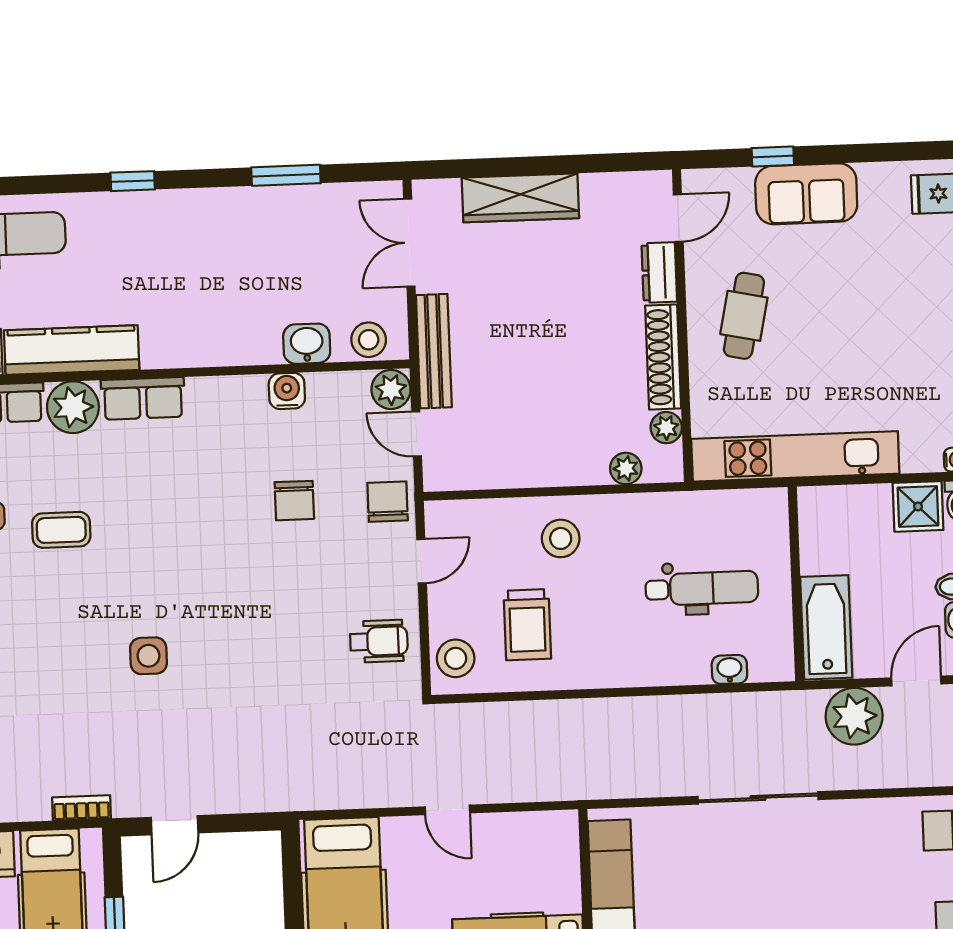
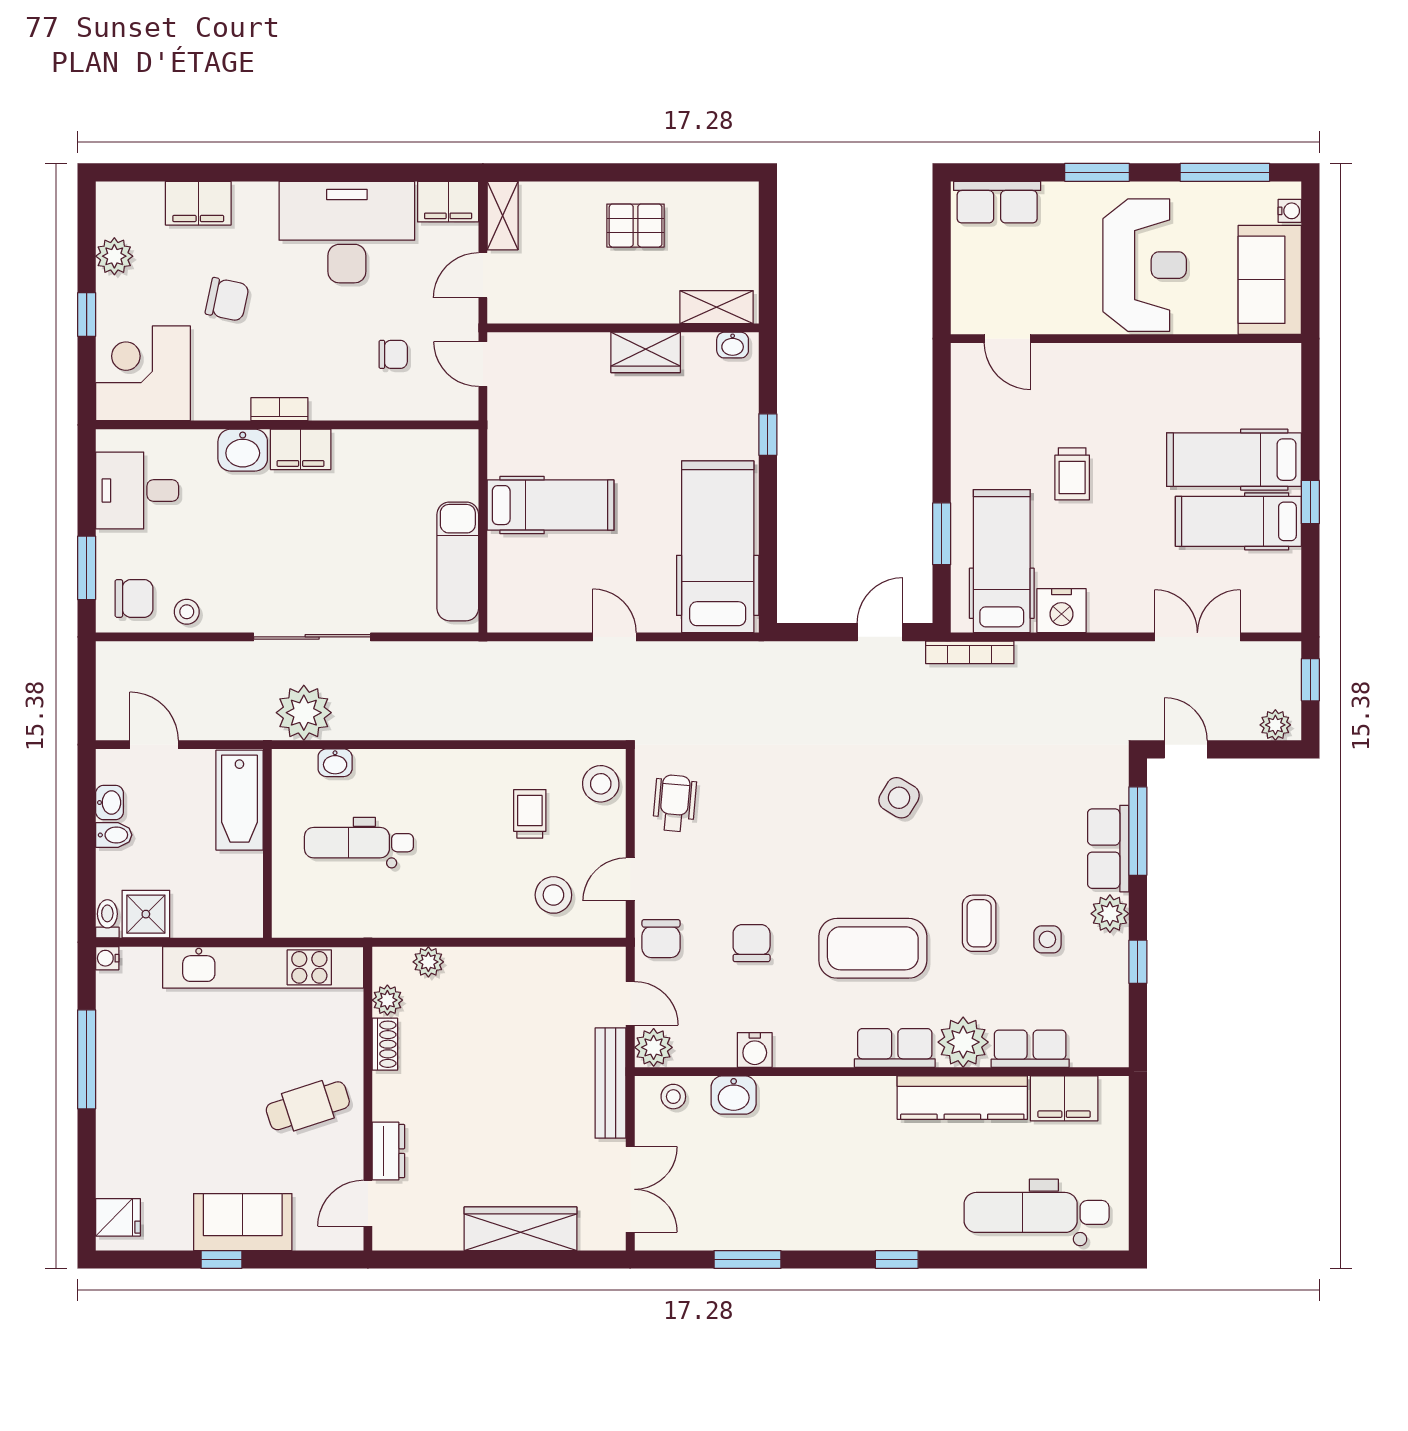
window: (773, 157) -> (221, 1259), moved
cafe table: (744, 316) -> (308, 1106), turned 60
stool: (369, 340) -> (673, 1097), width x0.73, depth x0.73
shoe rack: (663, 357) -> (385, 1044), width x0.51, depth x0.81
coffee table: (169, 500) -> (873, 948), added
coffee table: (61, 530) -> (979, 923), turned 90
stool: (561, 538) -> (553, 895), moved
trolley: (527, 625) -> (530, 814), width x0.73, depth x0.72
wheelchair: (379, 641) -> (675, 803), turned 95
side table: (148, 656) -> (899, 798), turned 31
door: (916, 681) -> (154, 745), swing flipped
plant: (854, 716) -> (304, 713), moved
bookcase: (81, 808) -> (970, 652), width x1.56
stool: (888, 819) -> (187, 612), added

